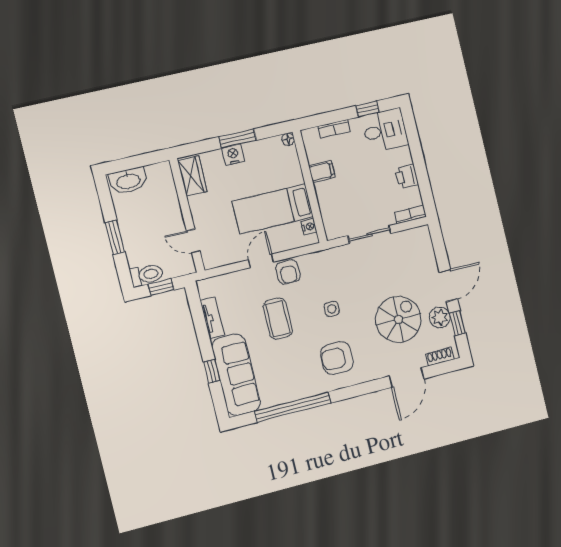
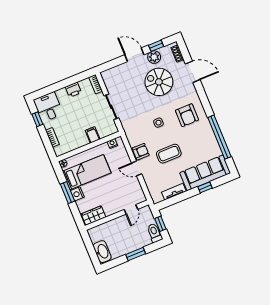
filing cabinet: (322, 171) -> (93, 135), moved
bed: (273, 209) -> (87, 172), moved, turned -90

